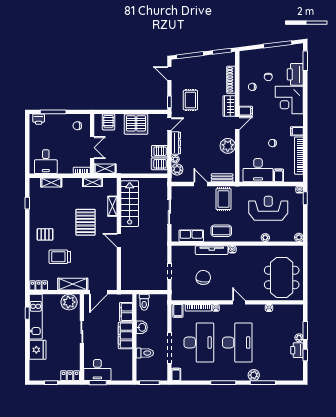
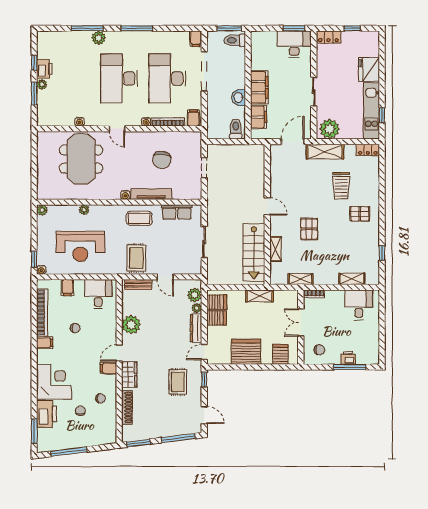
printer: (39, 119) -> (348, 358), moved
shelving: (105, 169) -> (259, 296), moved
desk: (258, 170) -> (98, 294), width x0.73
pallet: (85, 222) -> (309, 229), width x0.67, depth x0.71
trolley: (60, 257) -> (341, 186), turned 90
meeting table: (282, 277) -> (81, 159), moved
toilet: (145, 353) -> (235, 40), moved

